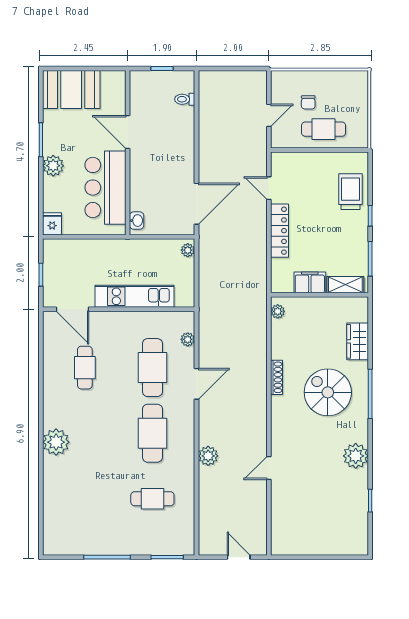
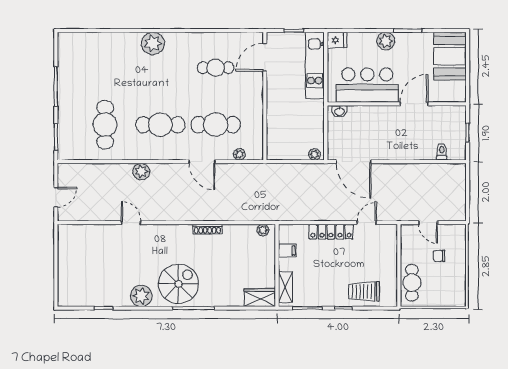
cafe table: (324, 129) -> (412, 283), moved
trolley: (350, 192) -> (364, 291), turned 180
filing cabinet: (310, 282) -> (287, 251), width x0.50
kitchen unit: (134, 296) -> (315, 65), moved, turned 180
wardrobe: (358, 341) -> (260, 298), moved
spiral stairs: (328, 392) -> (178, 284), moved
cafe table: (152, 499) -> (105, 125), width x1.37, depth x1.35

